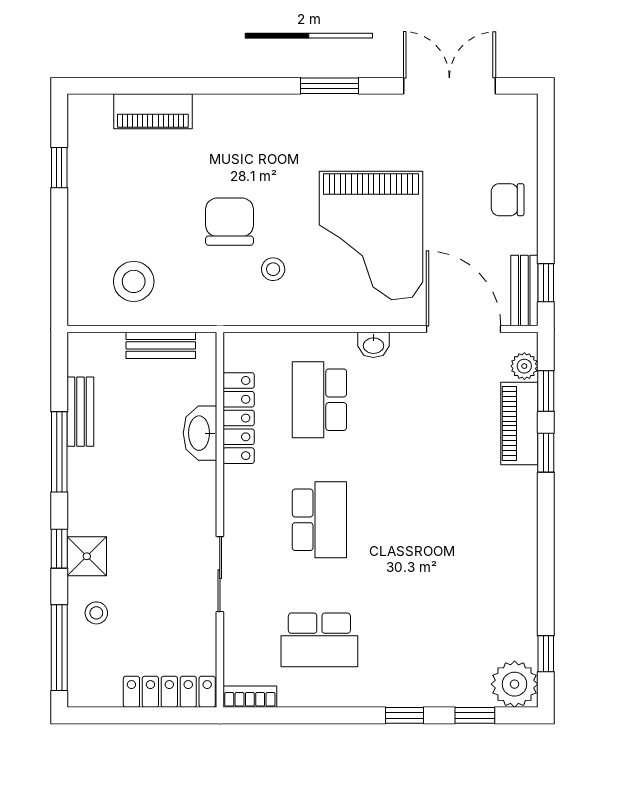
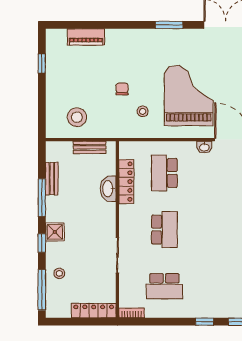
chair: (229, 222) -> (122, 89), width x0.54, depth x0.54
grand piano: (371, 236) -> (189, 96), turned 180
washbasin: (373, 345) -> (204, 147), moved
shower: (87, 556) -> (55, 232), moved

